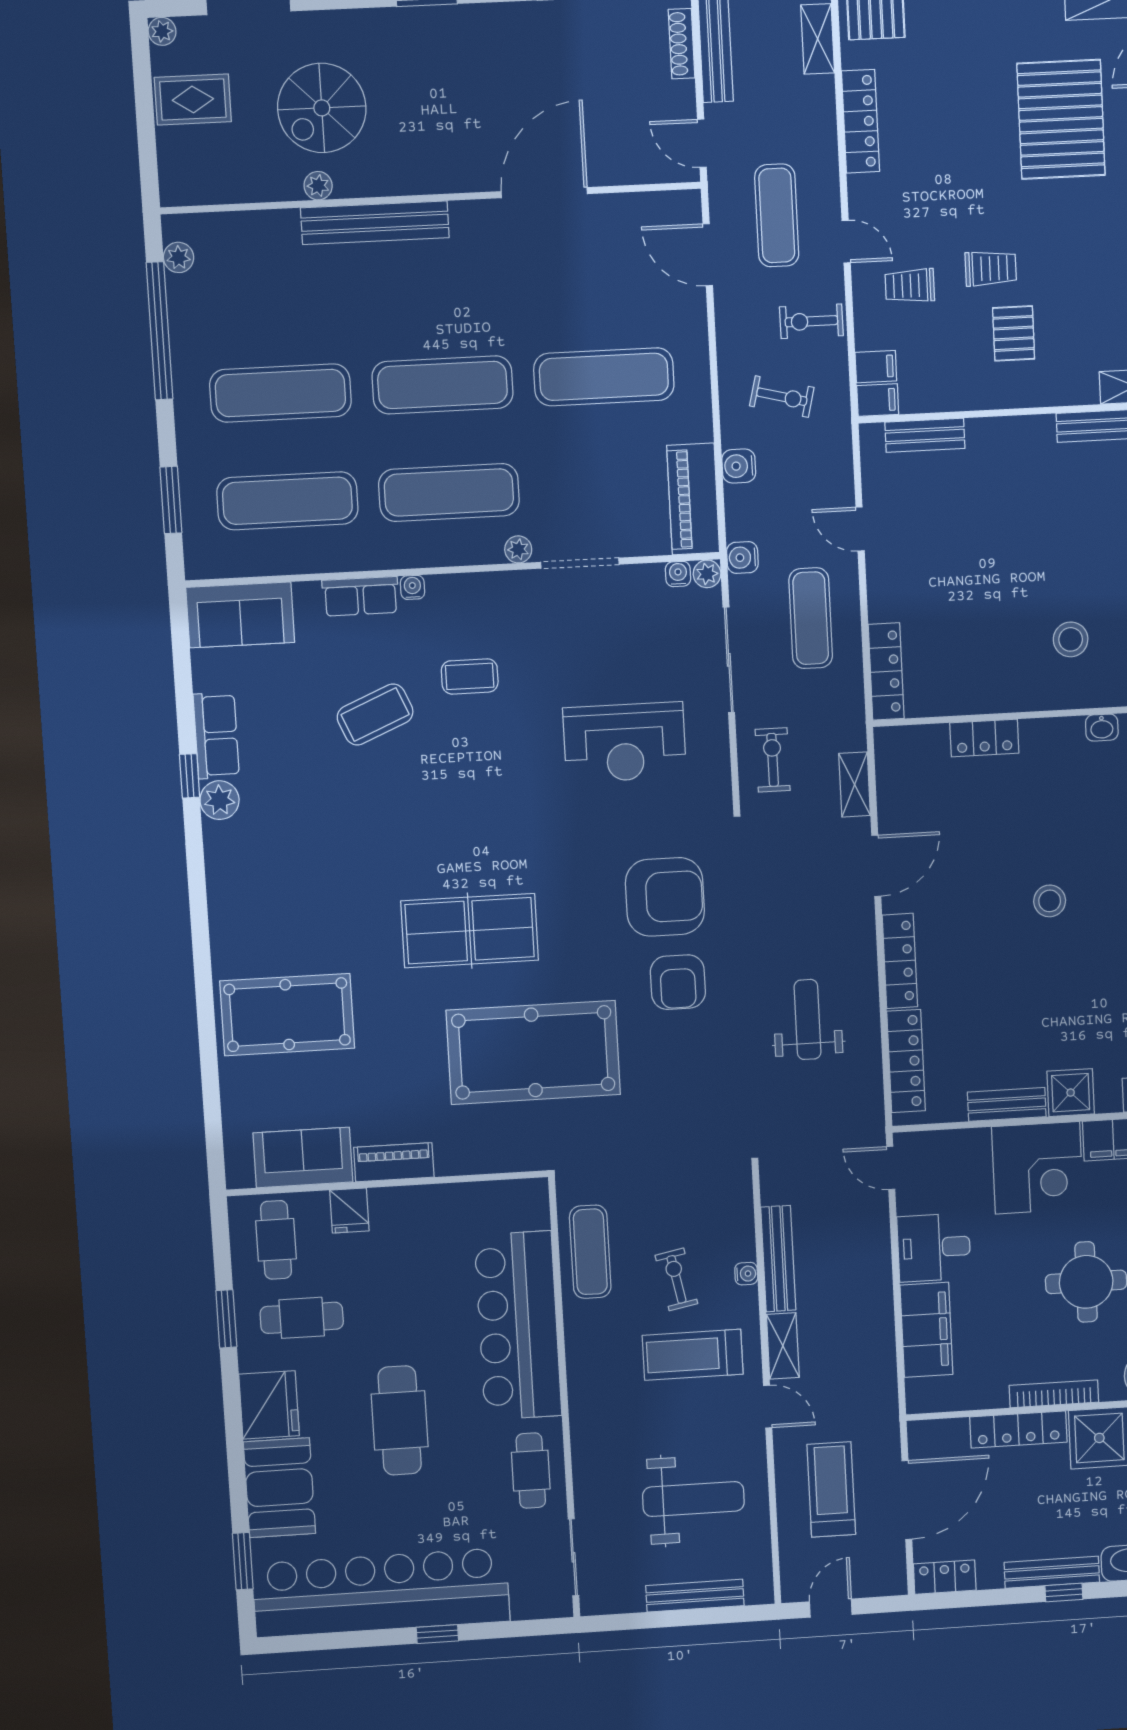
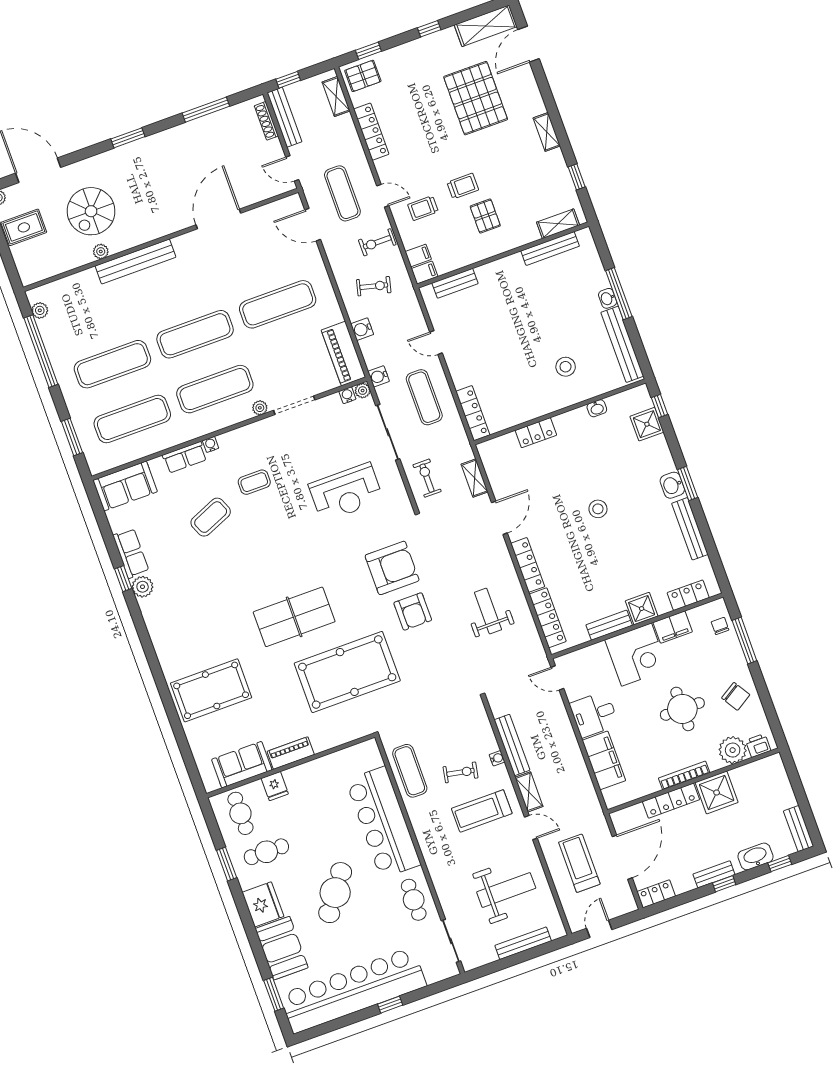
exercise bike: (676, 1279) -> (461, 772), turned 112
cafe table: (400, 1420) -> (335, 893), turned 36
bench: (1052, 1572) -> (714, 874), width x0.73

